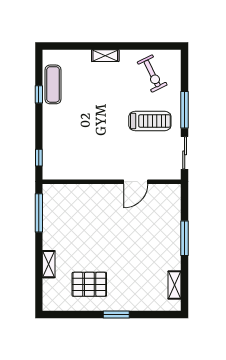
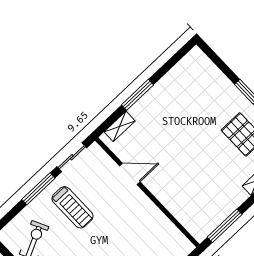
treadmill: (150, 121) -> (72, 207), turned 180
shelving: (175, 285) -> (120, 126), moved

